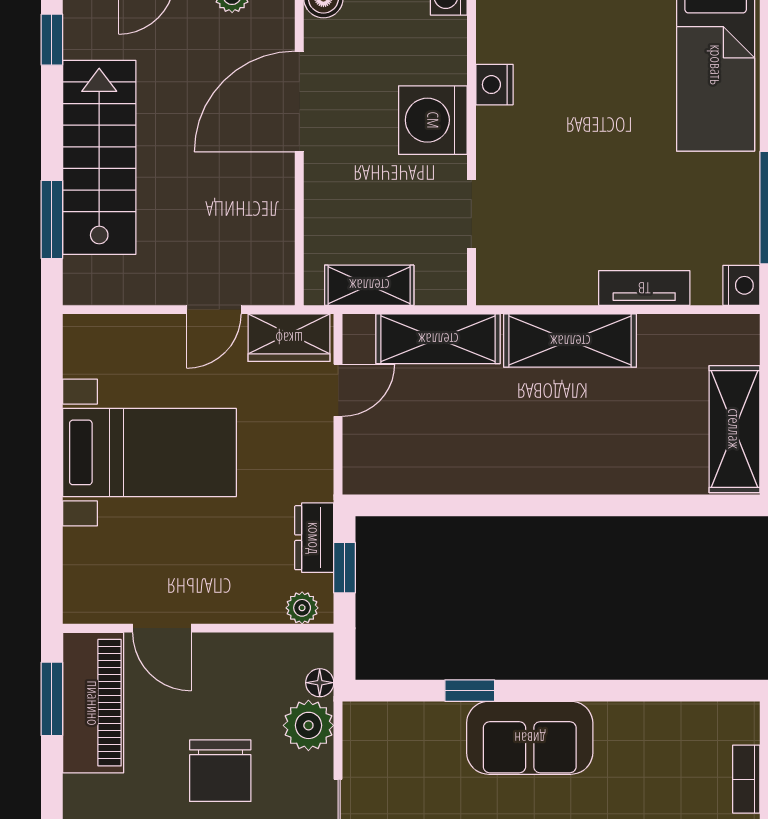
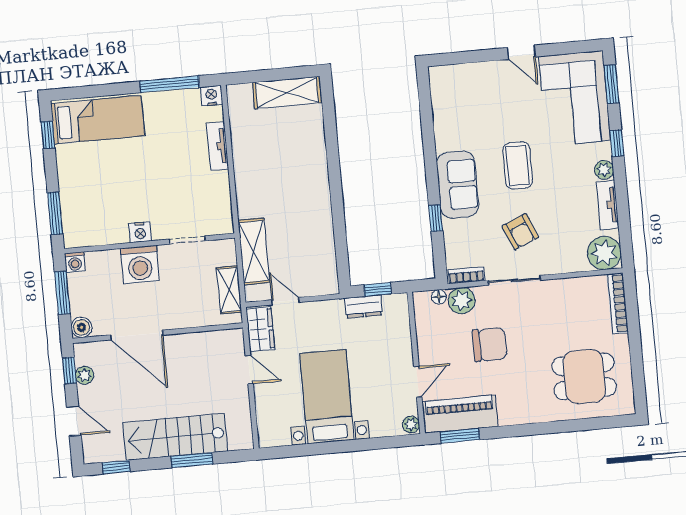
nightstand: (494, 85) -> (140, 232), moved
window: (52, 219) -> (192, 460), moved
shelving: (570, 341) -> (248, 183), removed
plant: (302, 608) -> (411, 424), moved
bookcase: (746, 779) -> (466, 275), moved, turned 180

